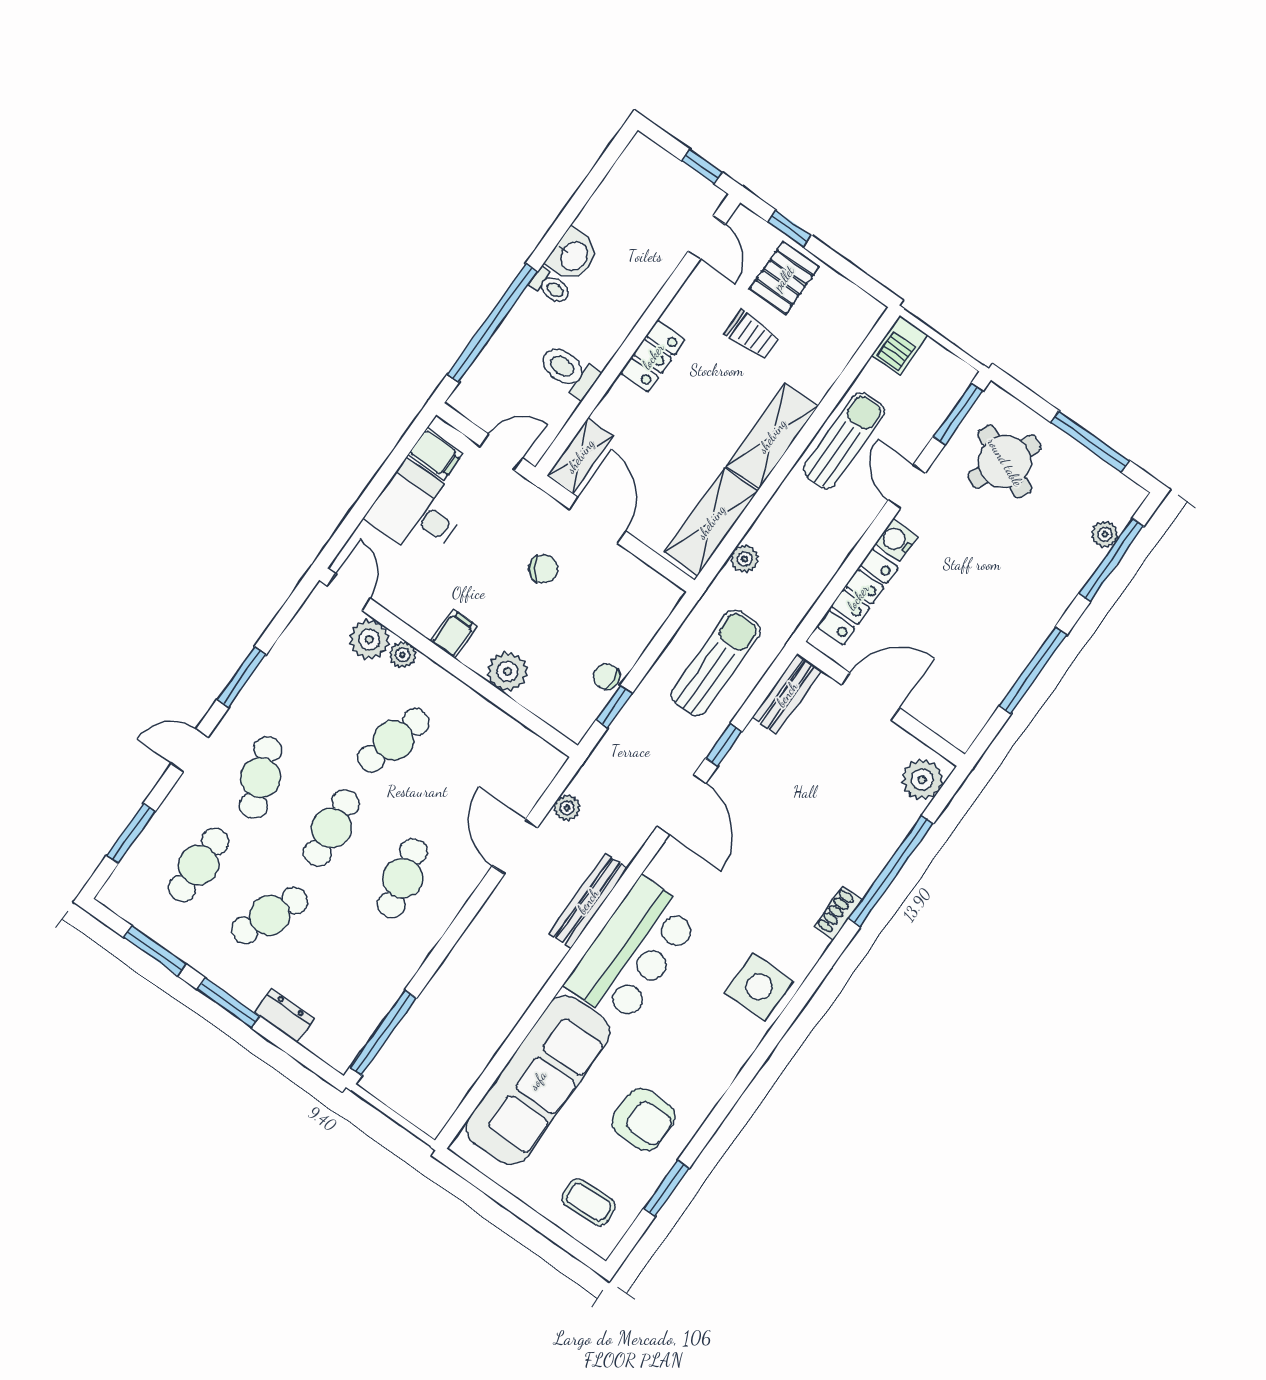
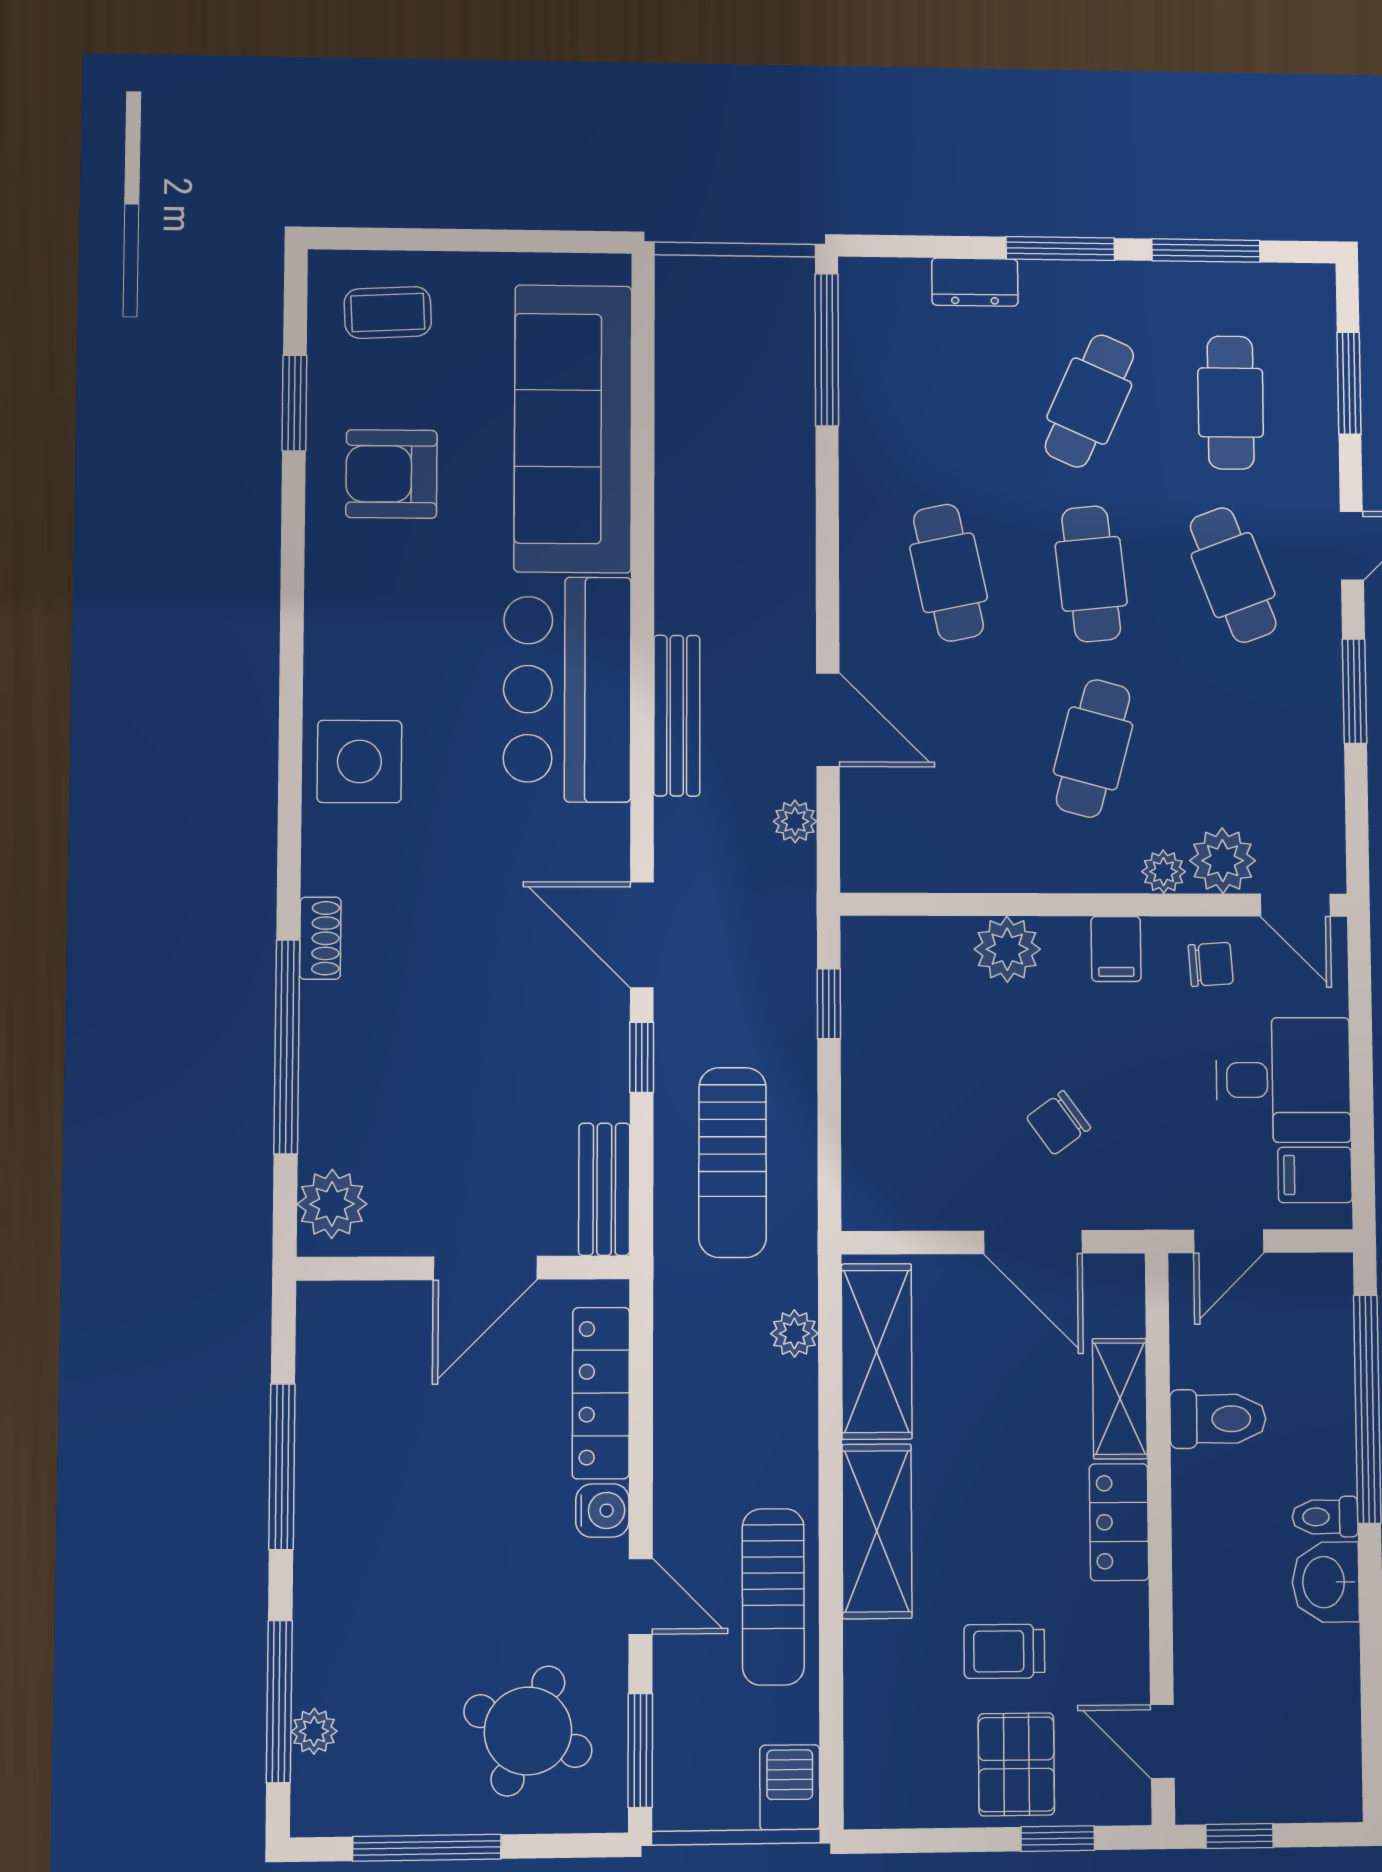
shelving: (580, 456) -> (1120, 1399), moved
chair: (606, 677) -> (1211, 964), moved

